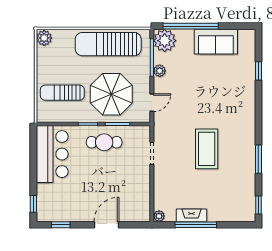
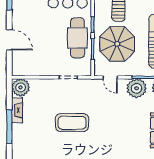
plant: (160, 71) -> (137, 88), width x1.88, depth x1.88
cafe table: (104, 142) -> (77, 38), width x1.37, depth x1.35
plant: (159, 216) -> (21, 87), width x1.88, depth x1.88
window: (196, 225) -> (9, 127), moved

